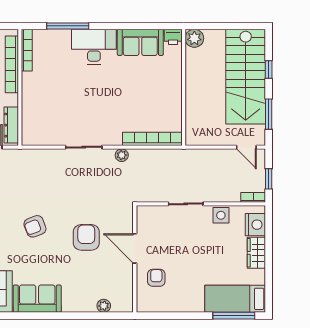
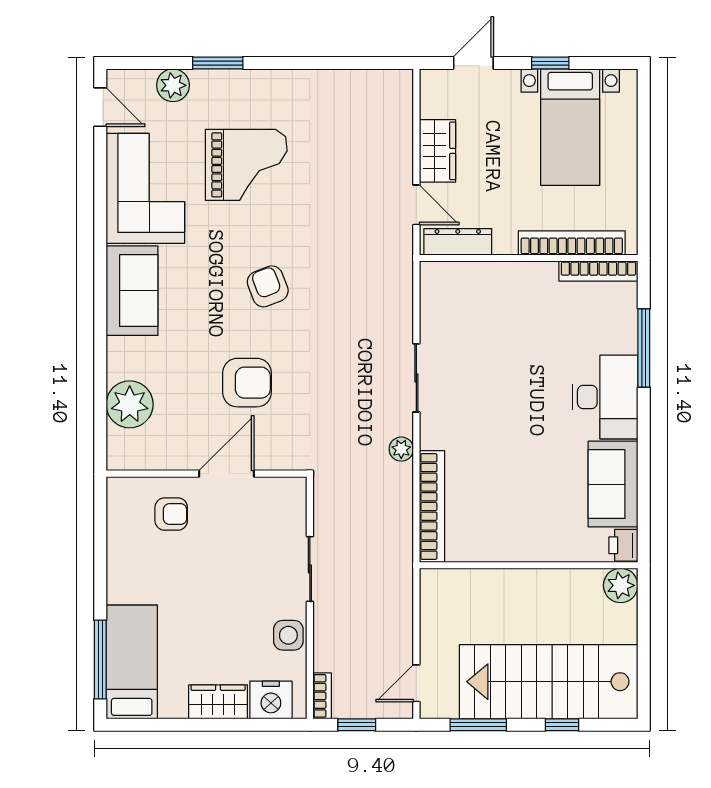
plant: (104, 306) -> (130, 404), width x1.88, depth x1.88

